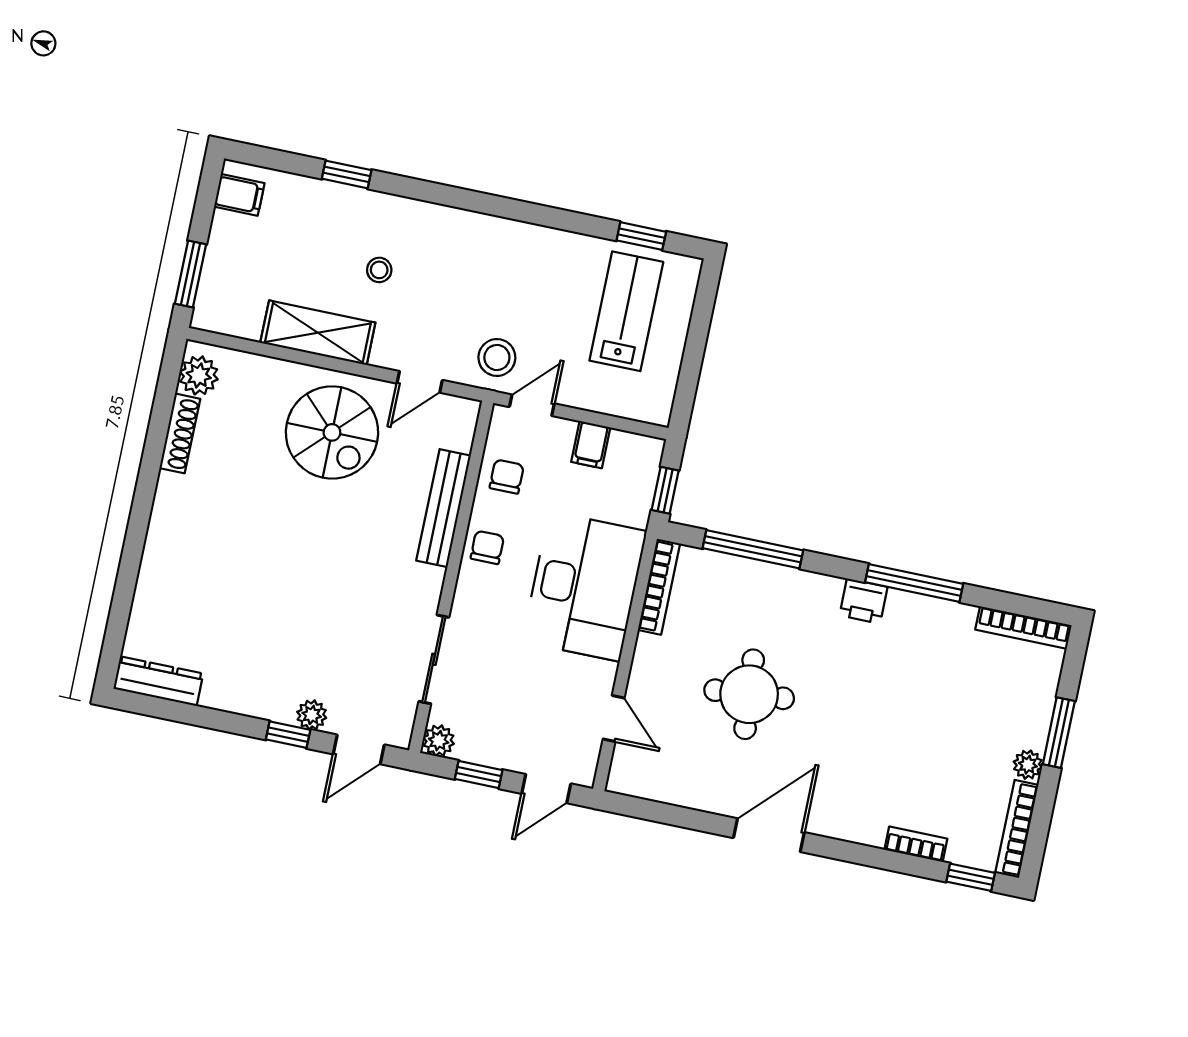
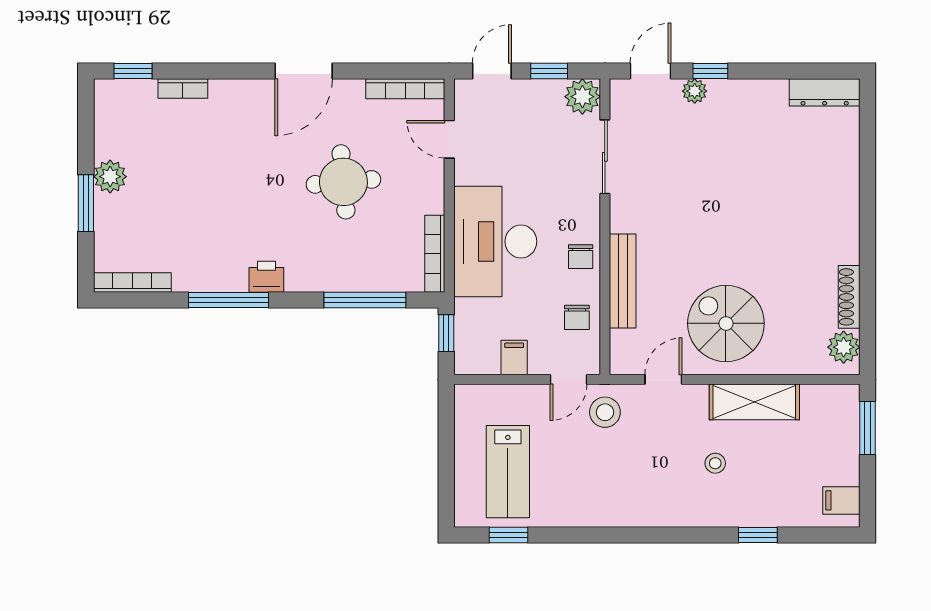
plant: (439, 741) -> (582, 97), width x1.38, depth x1.38
plant: (1028, 765) -> (110, 177), width x1.38, depth x1.38
bookcase: (1017, 829) -> (405, 89), moved, turned 90

